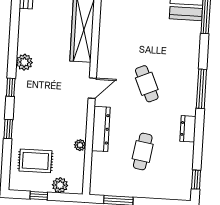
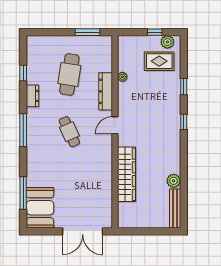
plant: (24, 62) -> (174, 181), moved
cafe table: (143, 152) -> (69, 74), width x1.37, depth x1.35
window: (196, 180) -> (23, 73), moved
plant: (60, 185) -> (167, 42), moved

